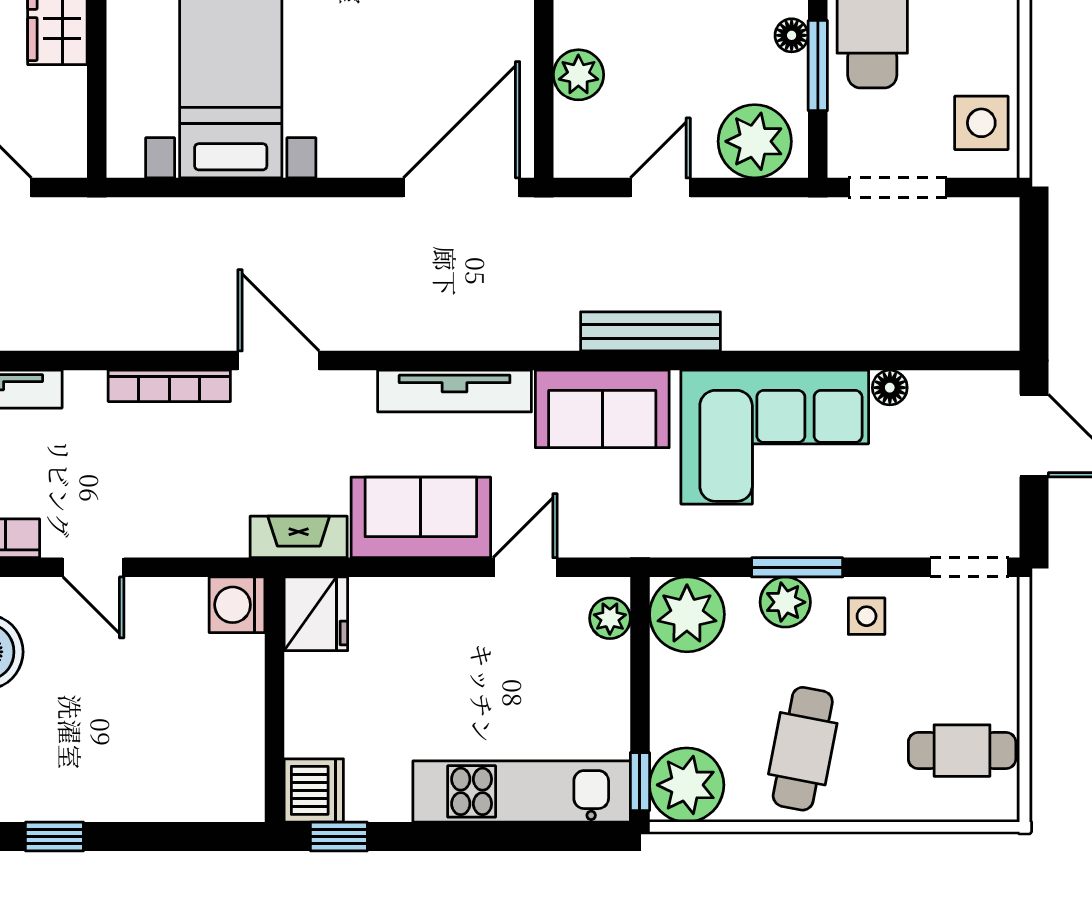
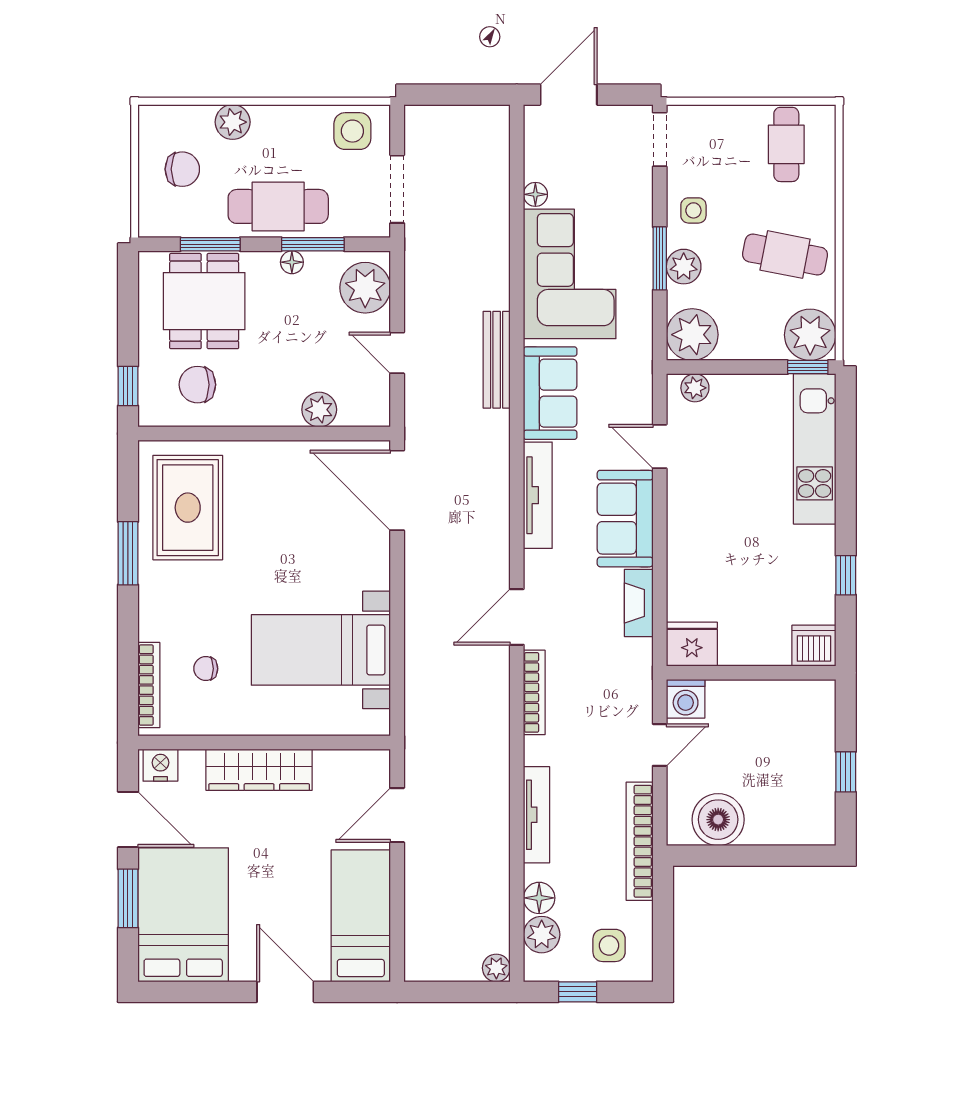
washing machine: (237, 605) -> (686, 699), moved
fridge: (316, 614) -> (692, 644), moved
wall: (275, 699) -> (751, 673), moved
dishwasher: (314, 790) -> (814, 646), moved

